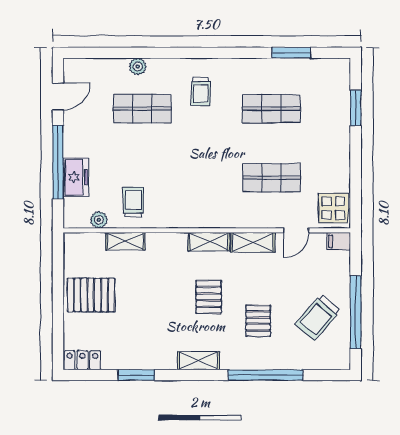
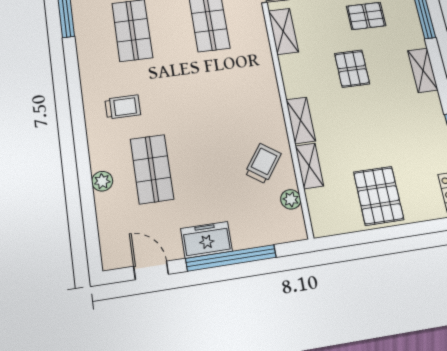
freezer: (76, 177) -> (206, 240), moved
trolley: (133, 202) -> (263, 164), turned 126
shelving: (209, 242) -> (301, 120), moved
pallet: (209, 297) -> (352, 69), turned 90

